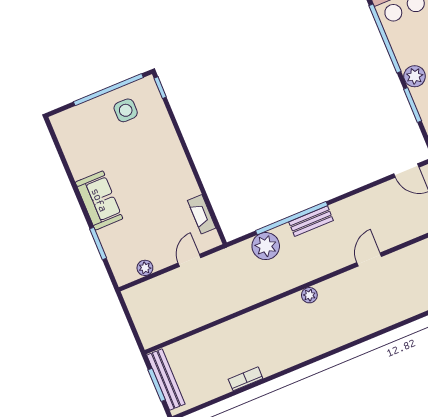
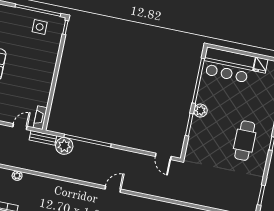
fireplace: (202, 214) -> (40, 118), moved
bench: (311, 221) -> (43, 138), moved
plant: (309, 295) -> (17, 176), moved

